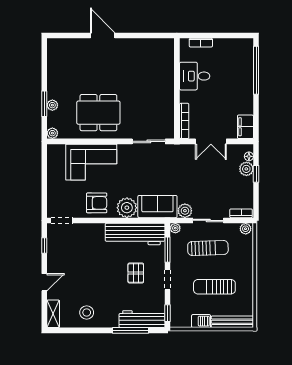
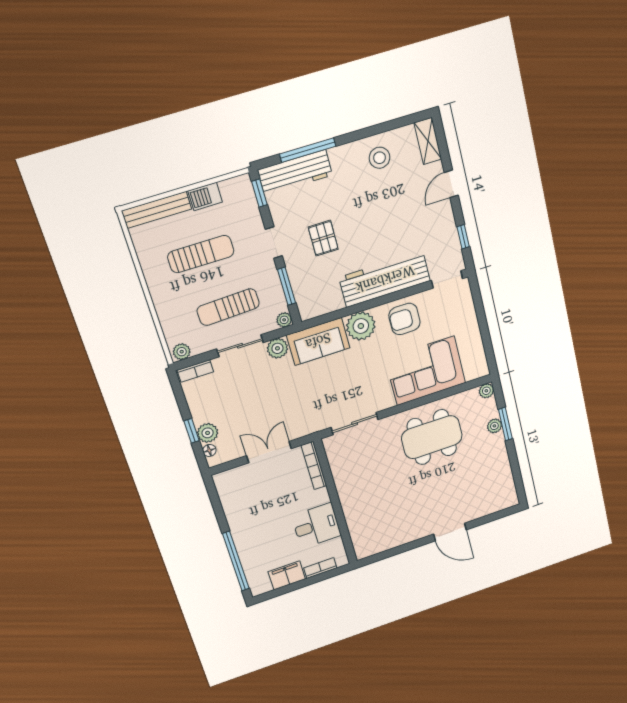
filing cabinet: (245, 127) -> (287, 575), moved, turned -90
workbench: (135, 234) -> (385, 279), moved

